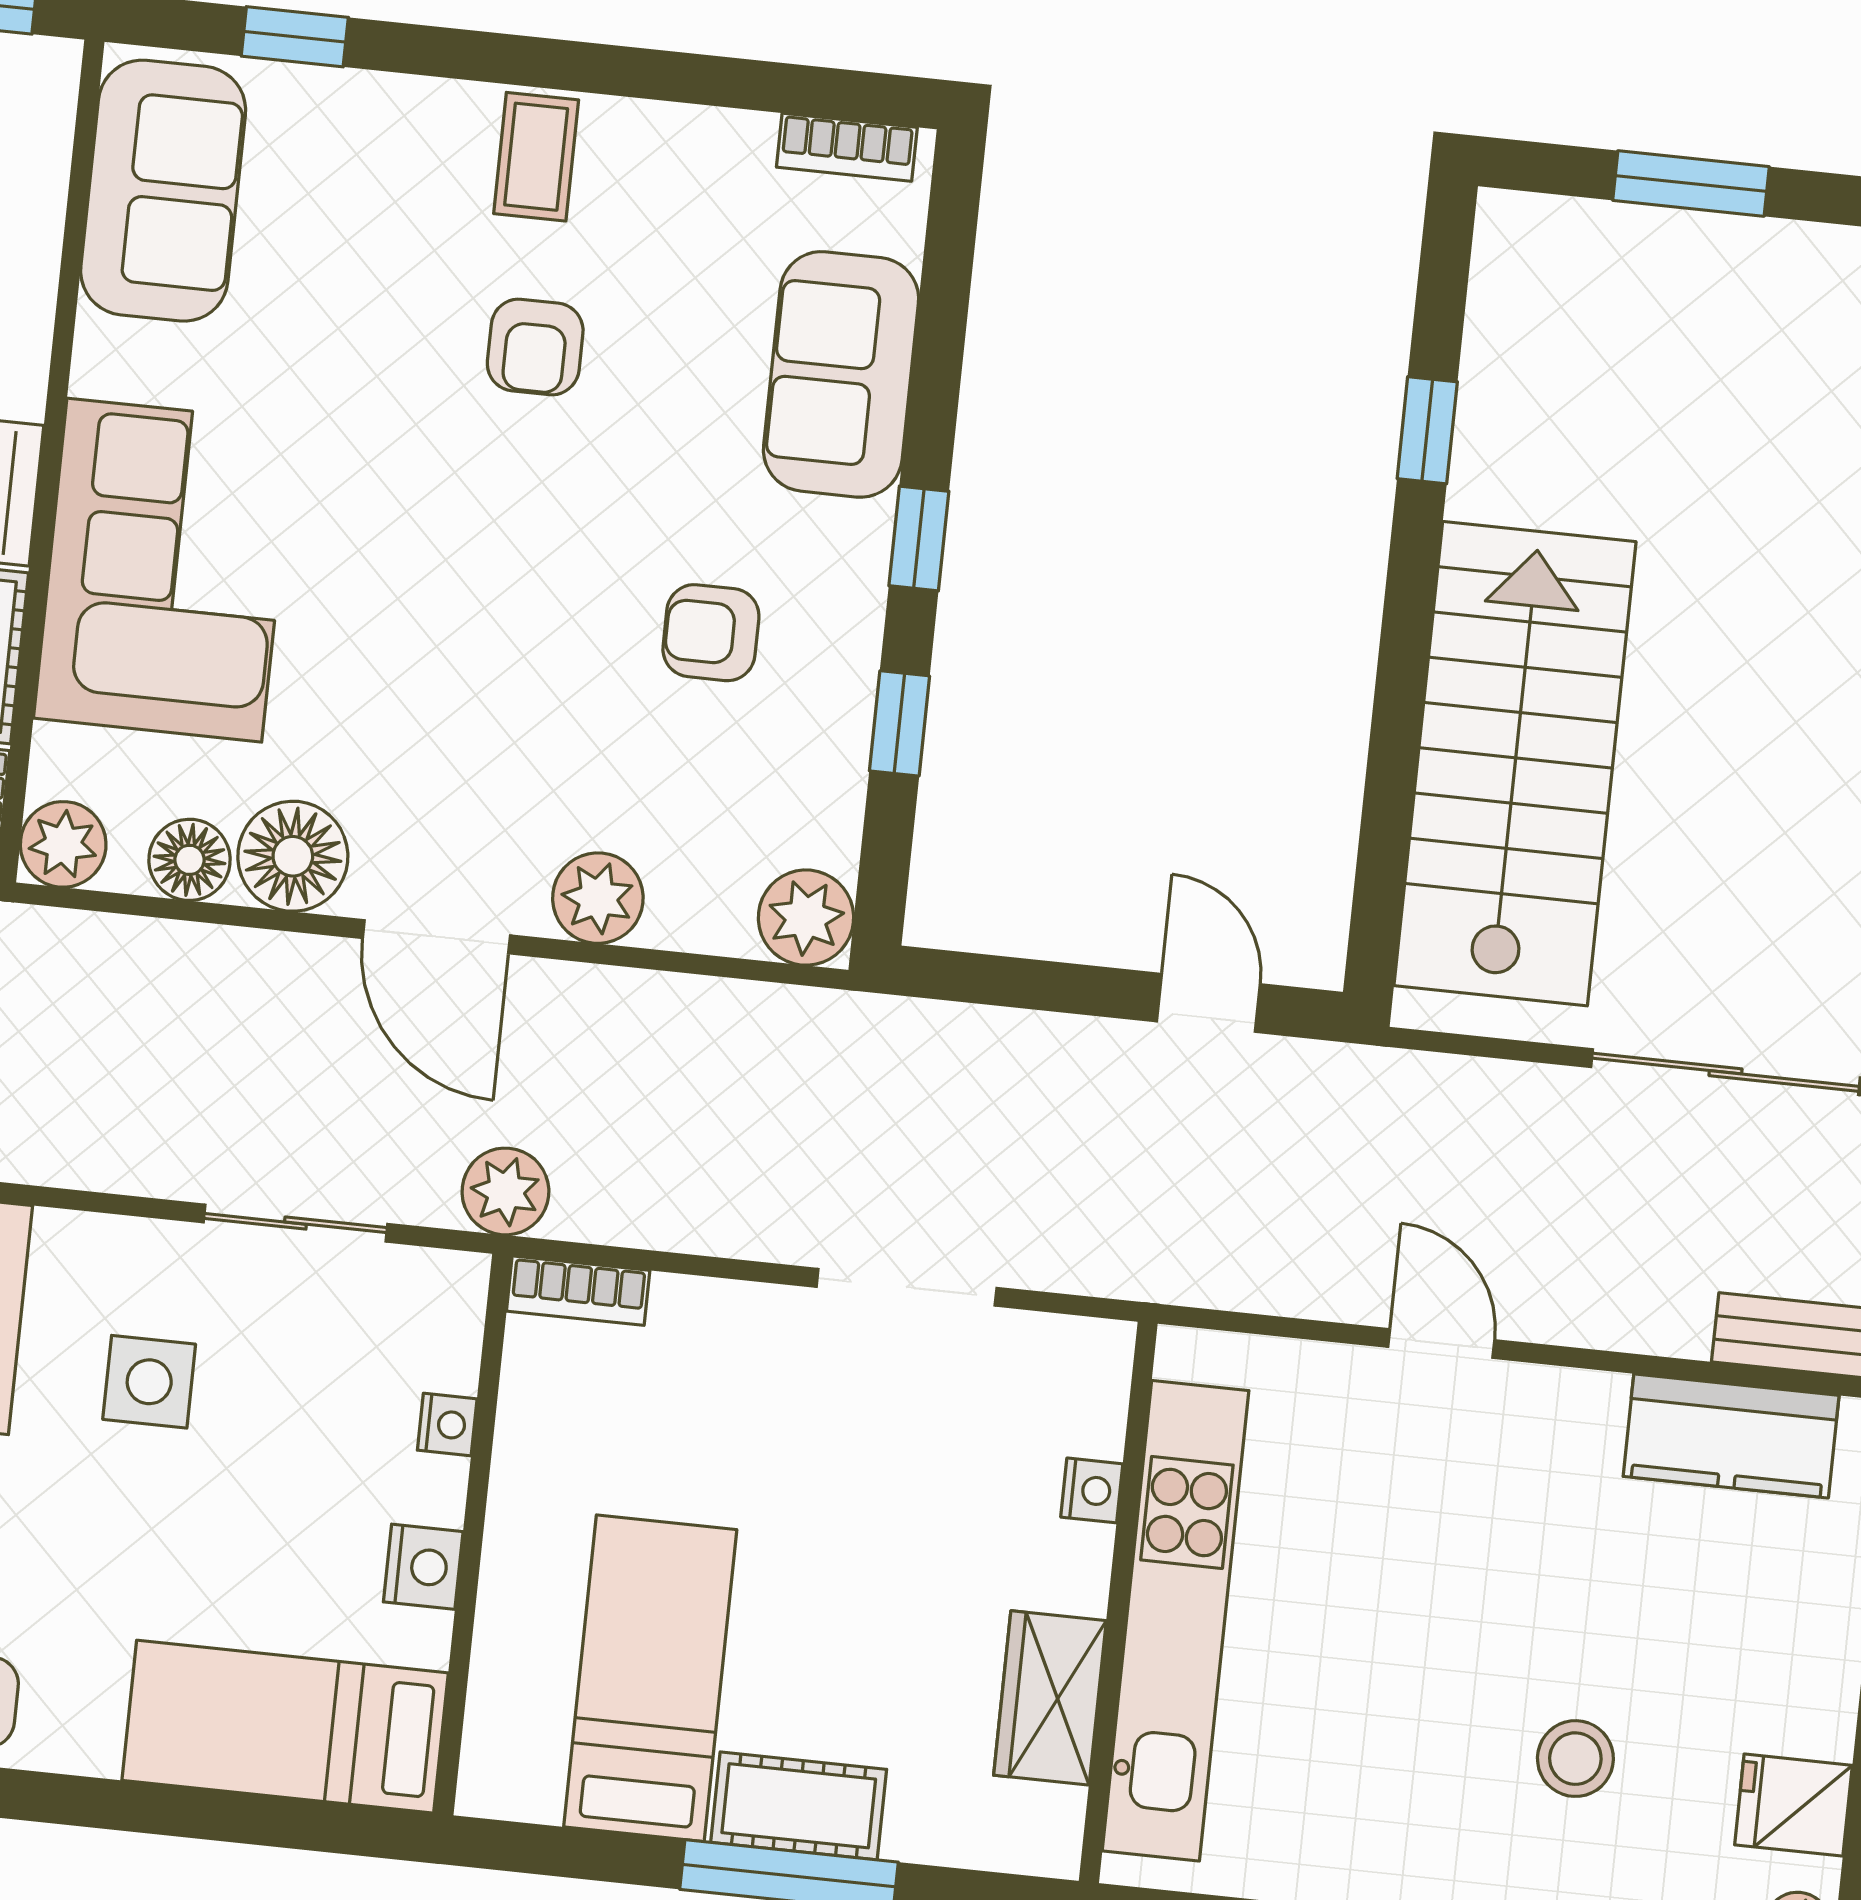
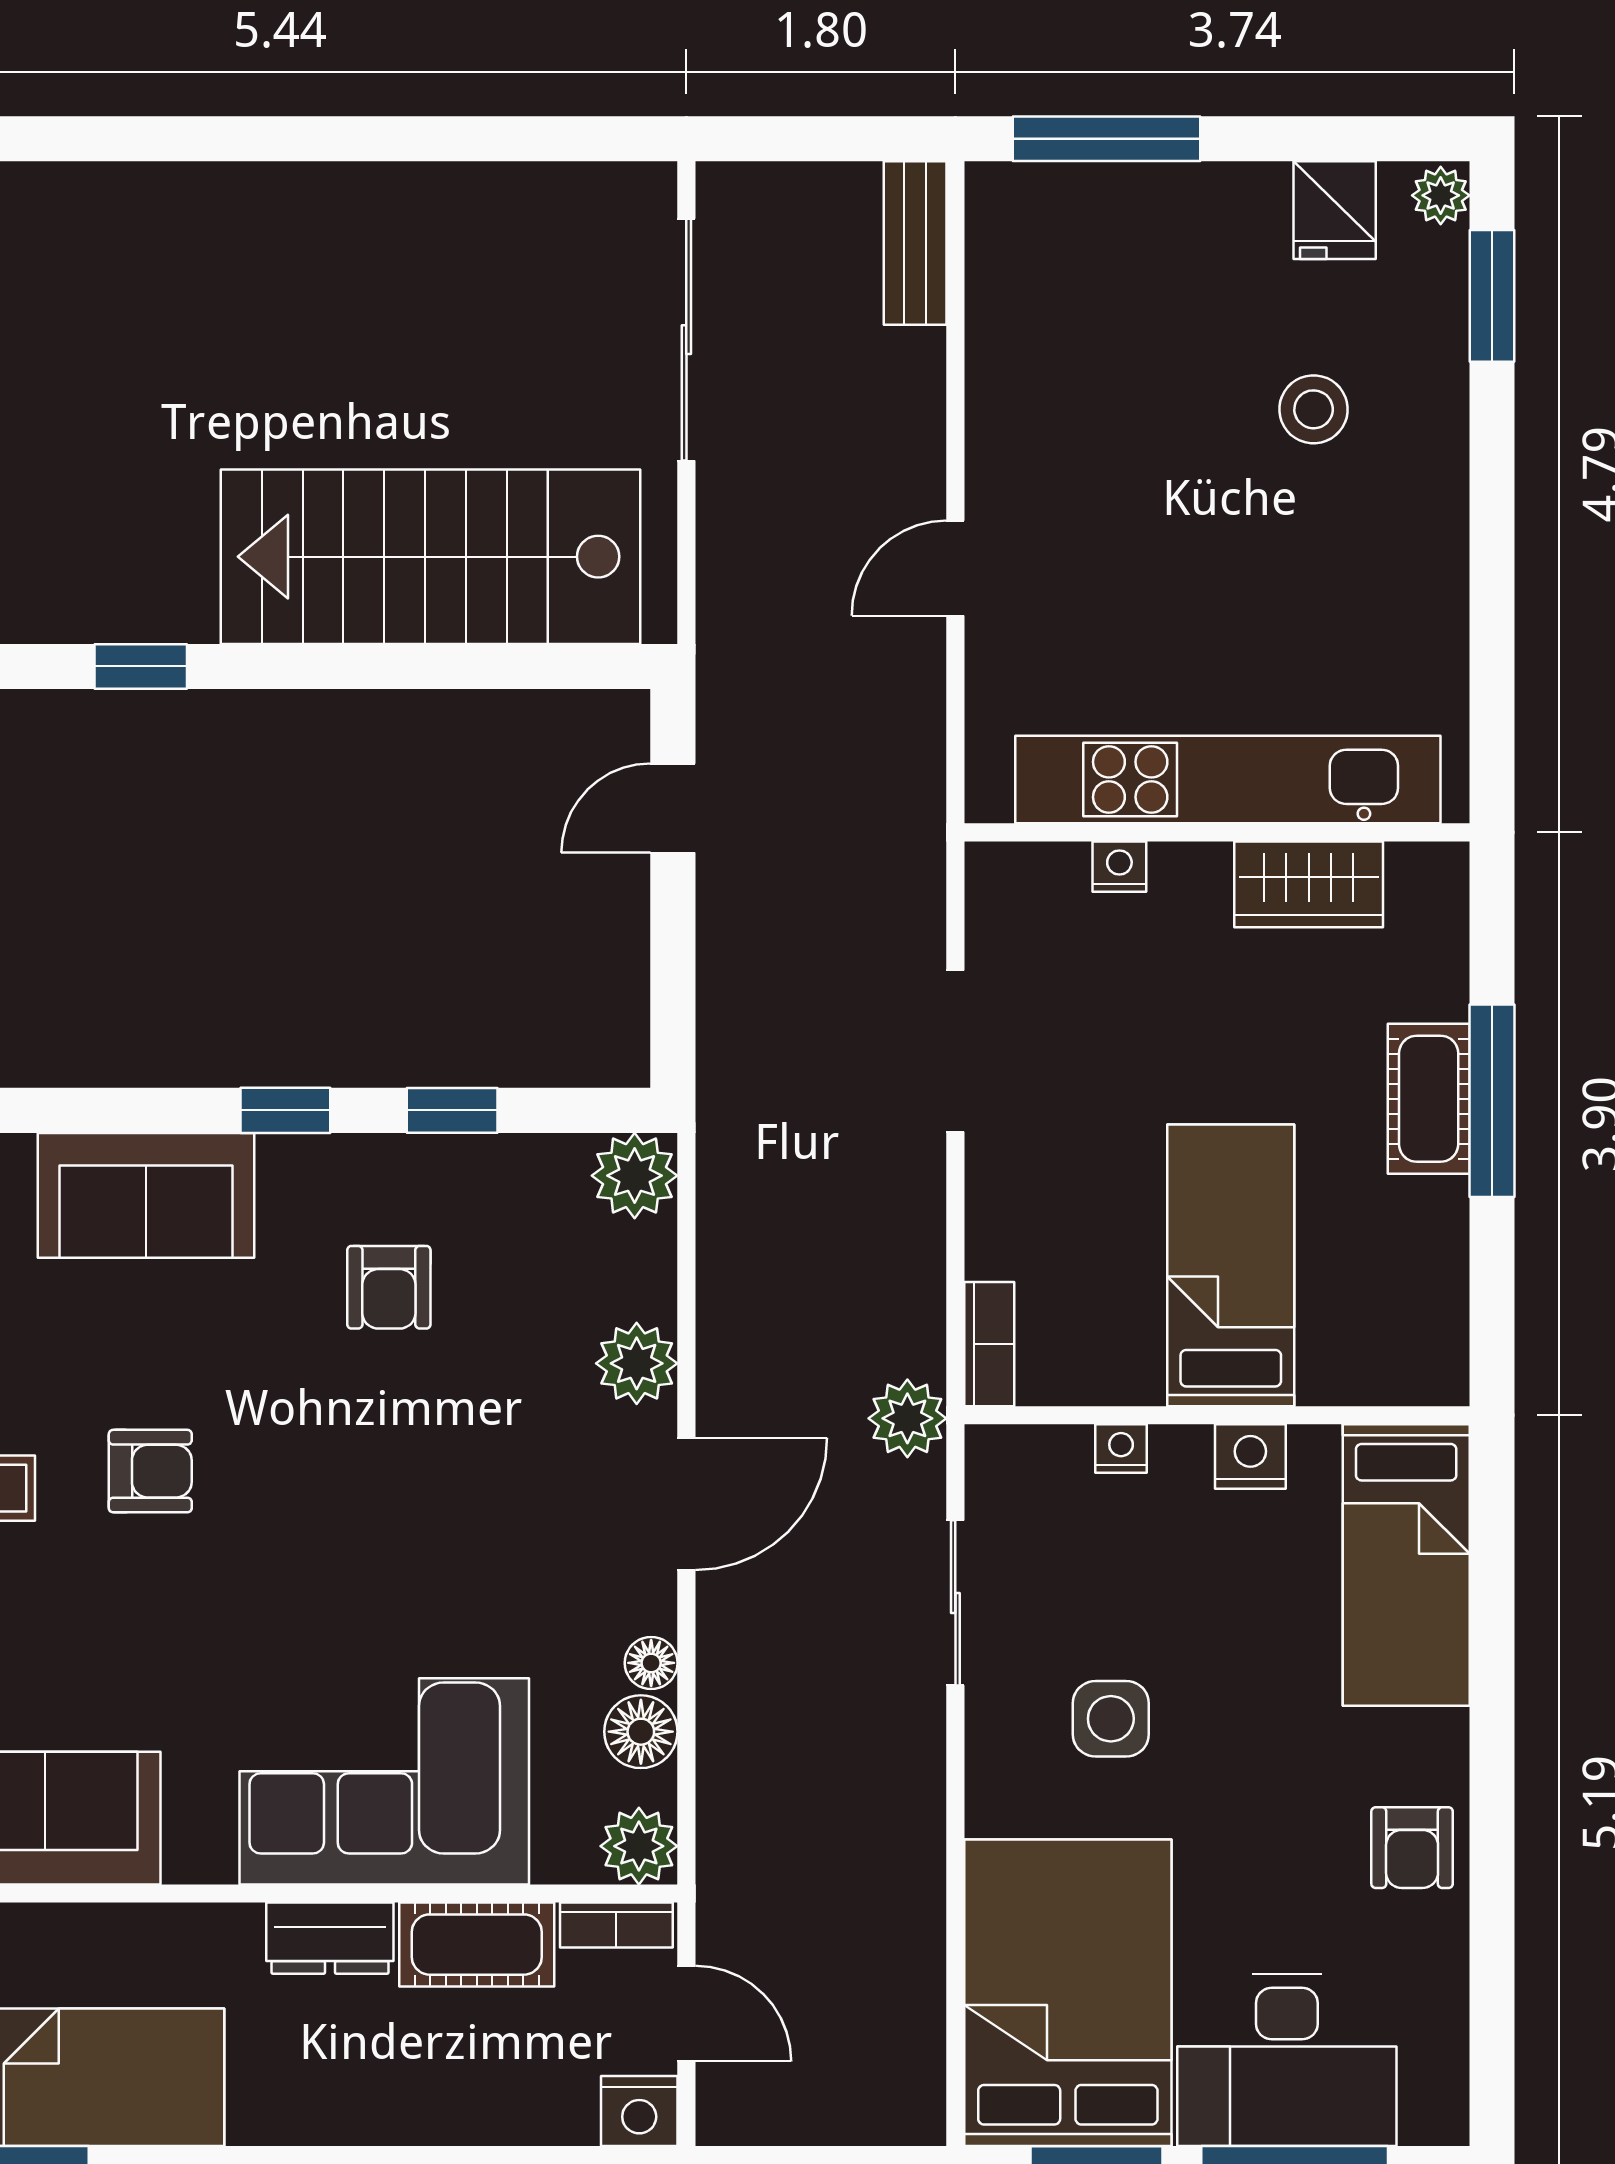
floor lamp: (293, 856) -> (651, 1663), width x0.53, depth x0.53
kitchen counter: (1731, 1436) -> (1011, 301), removed
bed: (650, 1678) -> (1231, 1265), moved, turned 90

